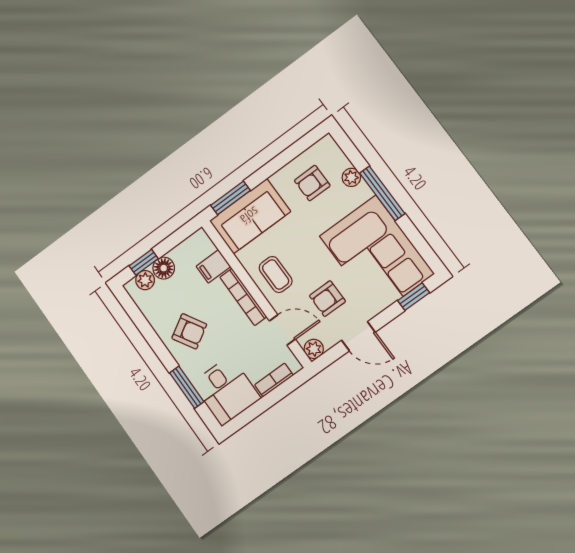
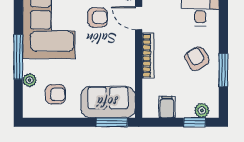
filing cabinet: (213, 266) -> (167, 107), moved, turned -90
floor lamp: (164, 268) -> (185, 109), removed
coffee table: (276, 274) -> (118, 55), removed
window: (187, 387) -> (223, 70), moved

